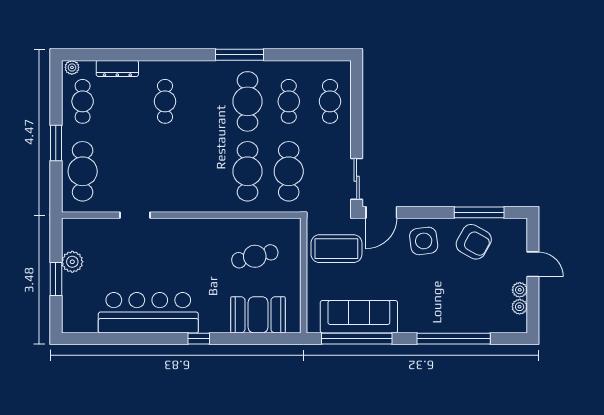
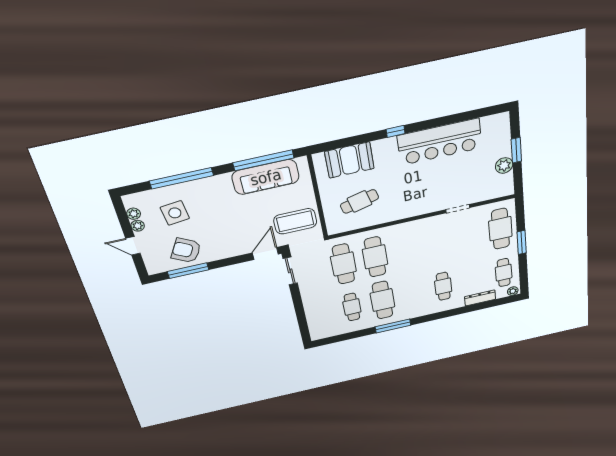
cafe table: (330, 101) -> (321, 314), removed
side table: (424, 241) -> (175, 213), moved

